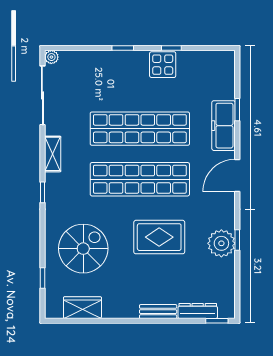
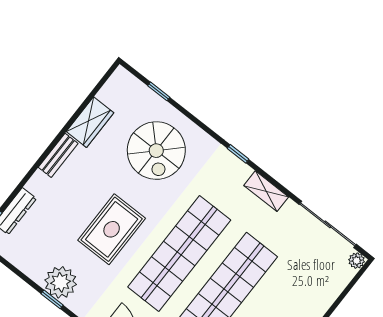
wardrobe: (82, 308) -> (90, 122), moved
bench: (158, 312) -> (58, 155), moved

